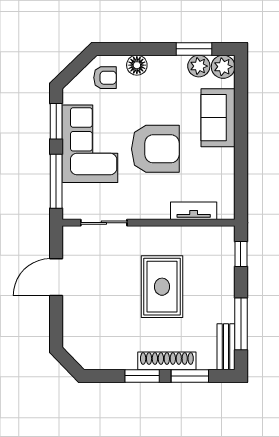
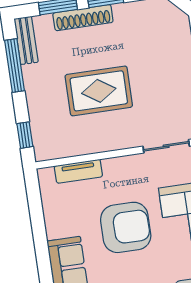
armchair: (155, 149) -> (126, 227), turned 180
rug: (162, 287) -> (99, 91), turned 90

